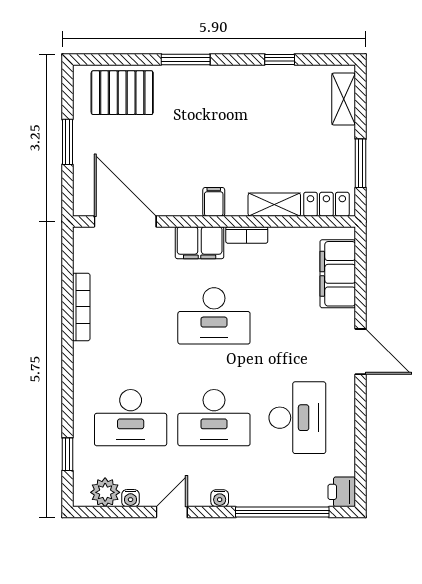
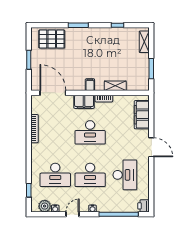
locker: (326, 204) -> (137, 86), removed

